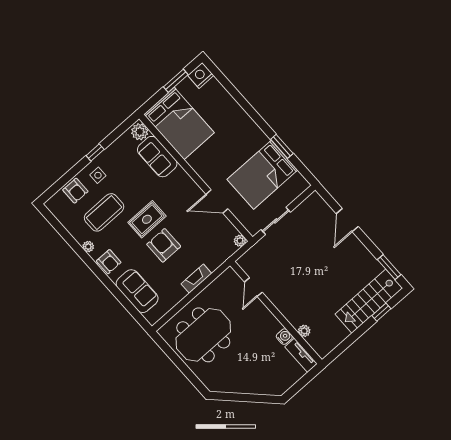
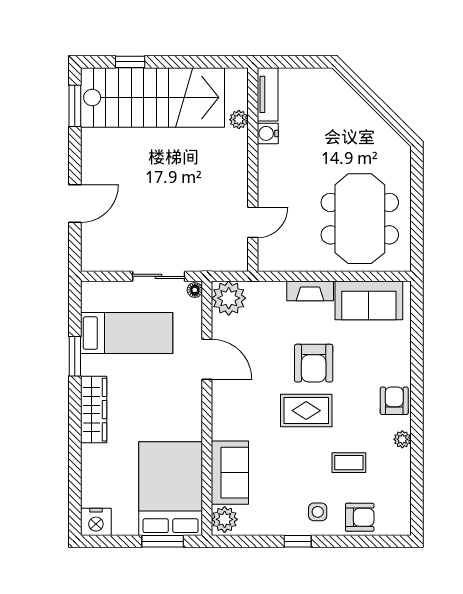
window: (176, 81) -> (163, 541), moved
wardrobe: (250, 129) -> (94, 410), added
bed: (262, 175) -> (127, 333), width x0.67
armchair: (75, 191) -> (360, 517), turned 90
coffee table: (104, 212) -> (349, 463), width x0.54, depth x0.58
floor lamp: (252, 230) -> (195, 290), added
plant: (240, 241) -> (229, 298), width x1.88, depth x1.88
sofa: (137, 291) -> (369, 300), moved, turned -90
stairs: (369, 301) -> (153, 97), width x1.36, depth x1.51
meeting table: (203, 335) -> (360, 219), turned 90

